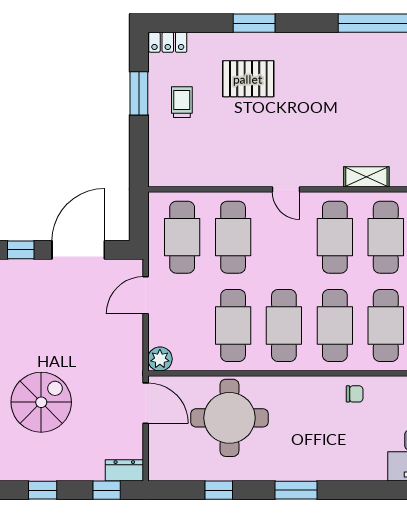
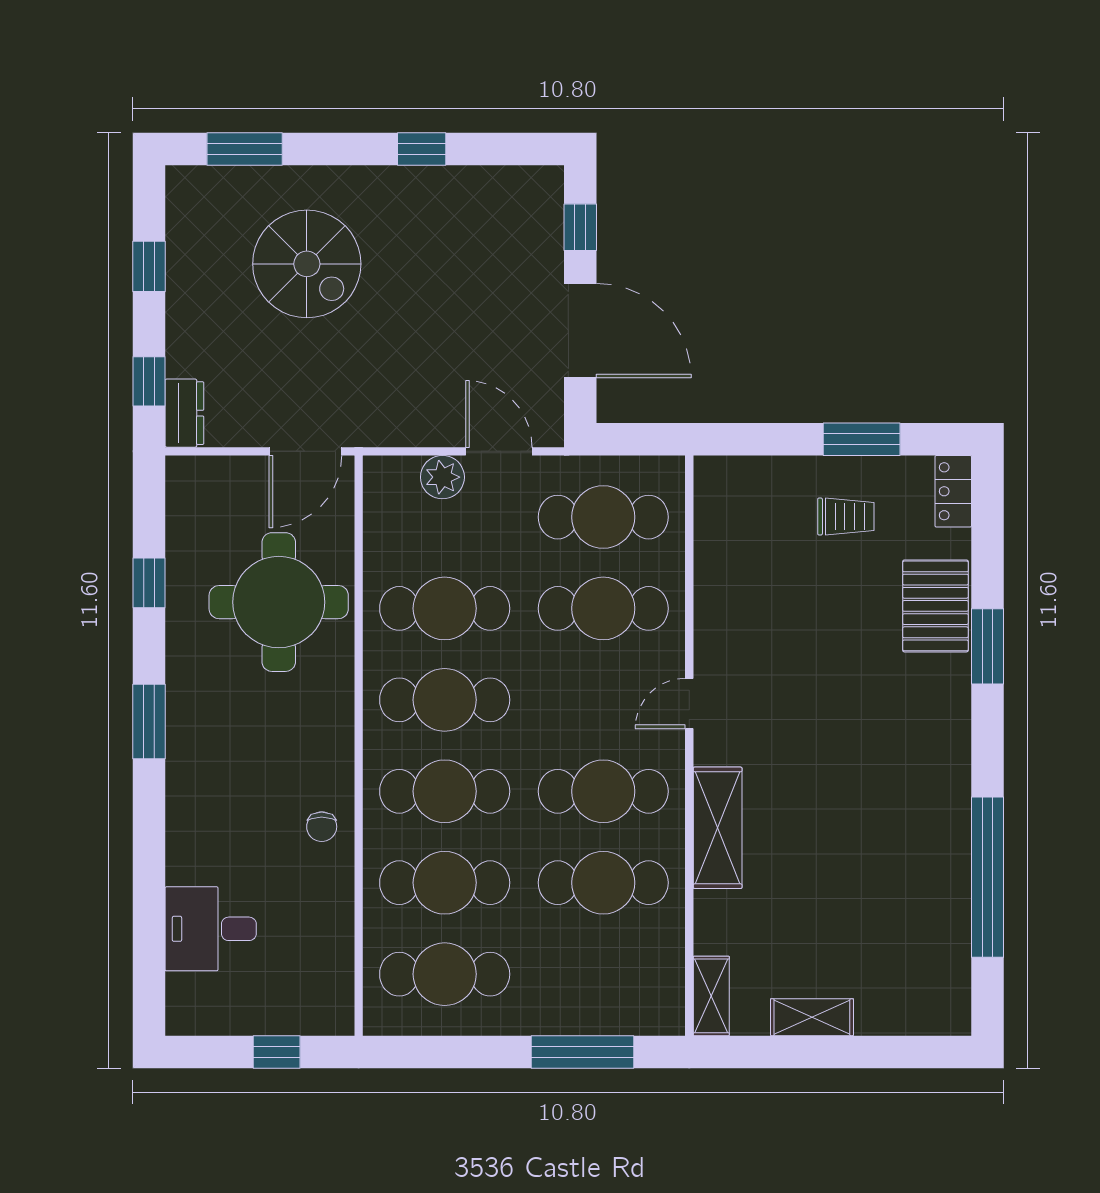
pallet: (248, 79) -> (935, 606), moved
shelving: (366, 177) -> (718, 828), width x1.50, depth x1.33
plant: (160, 359) -> (442, 477), moved

